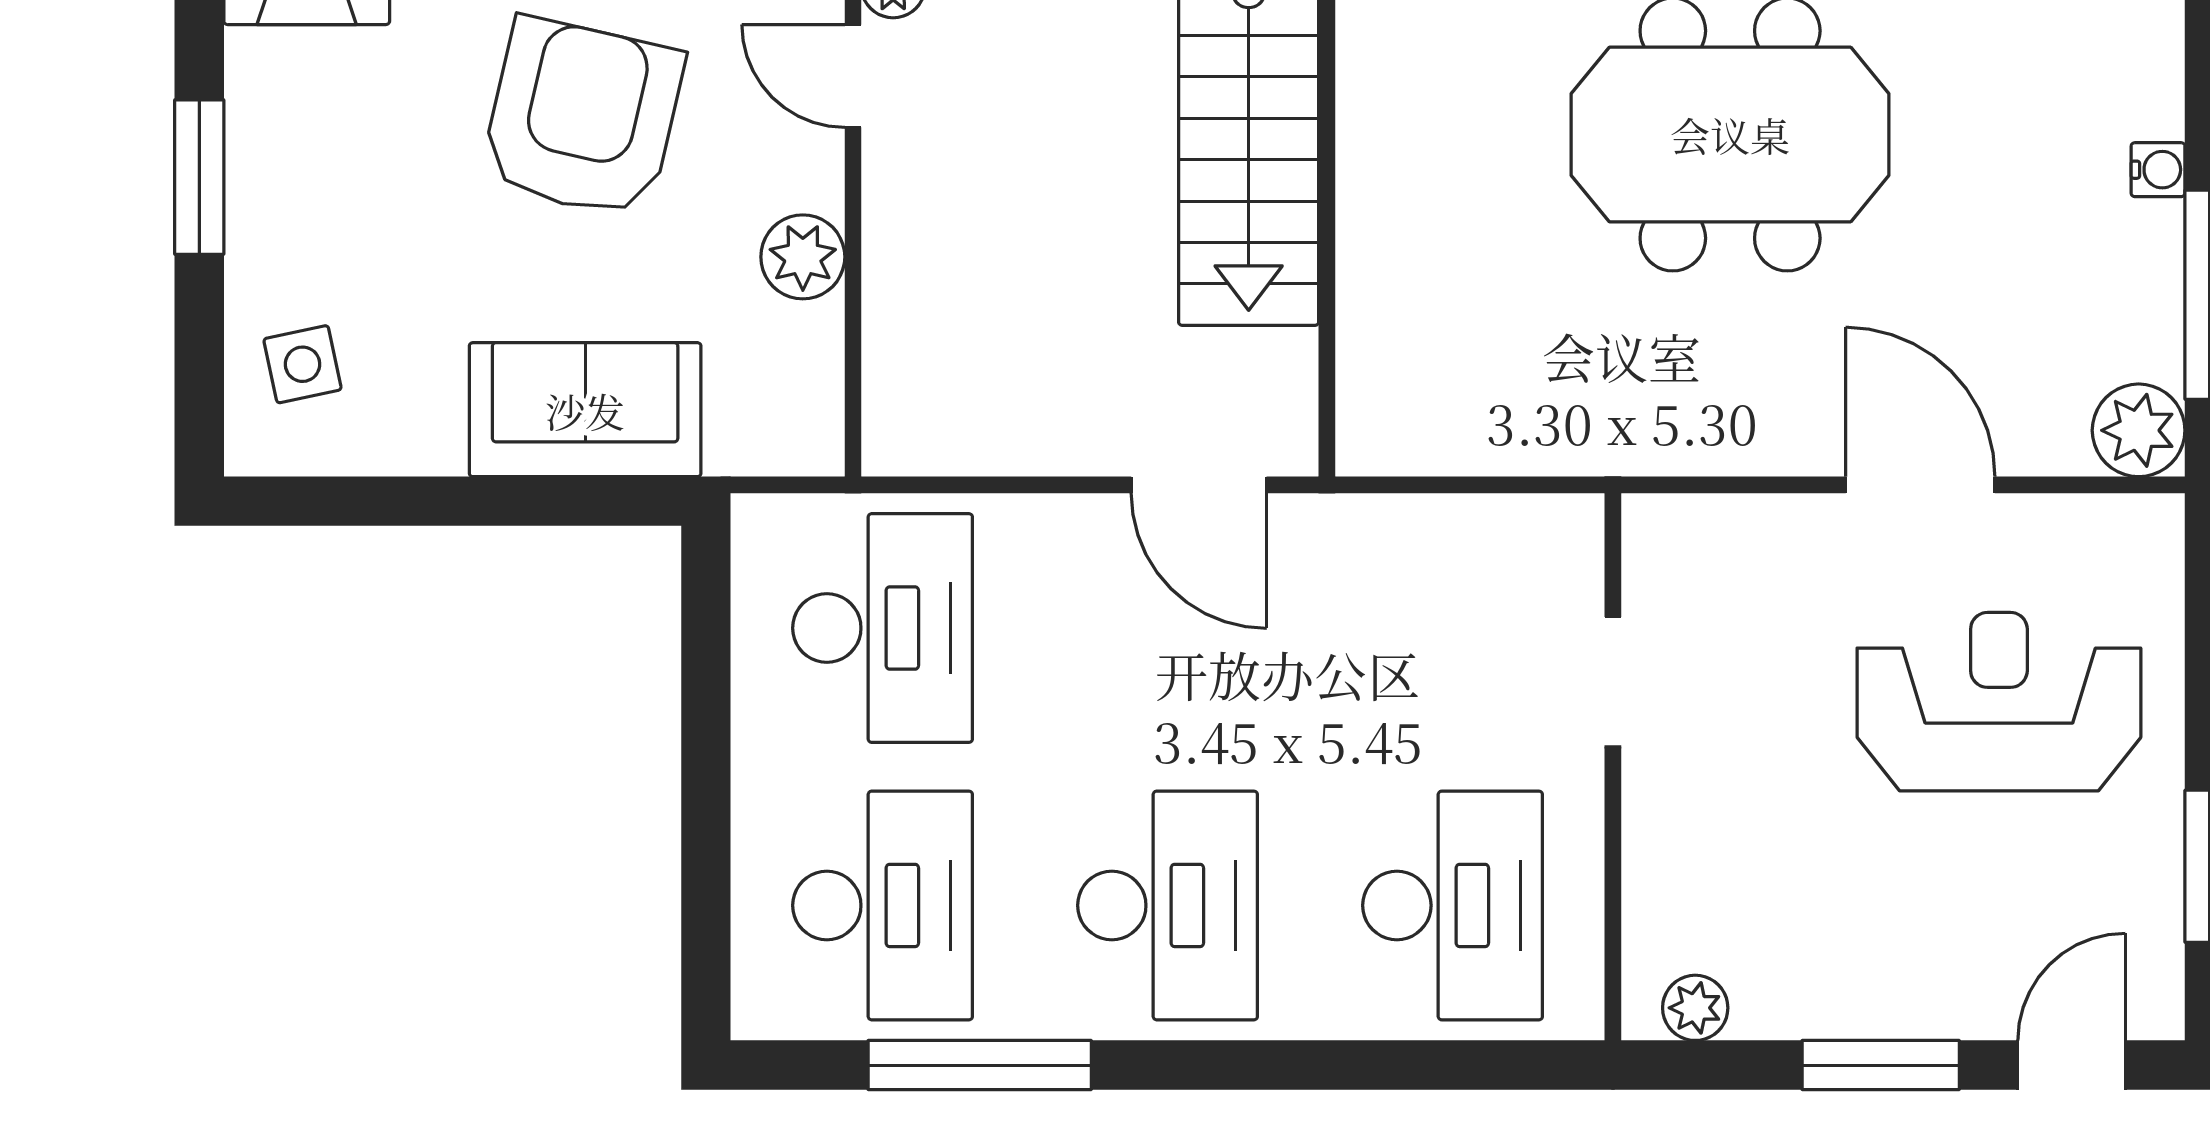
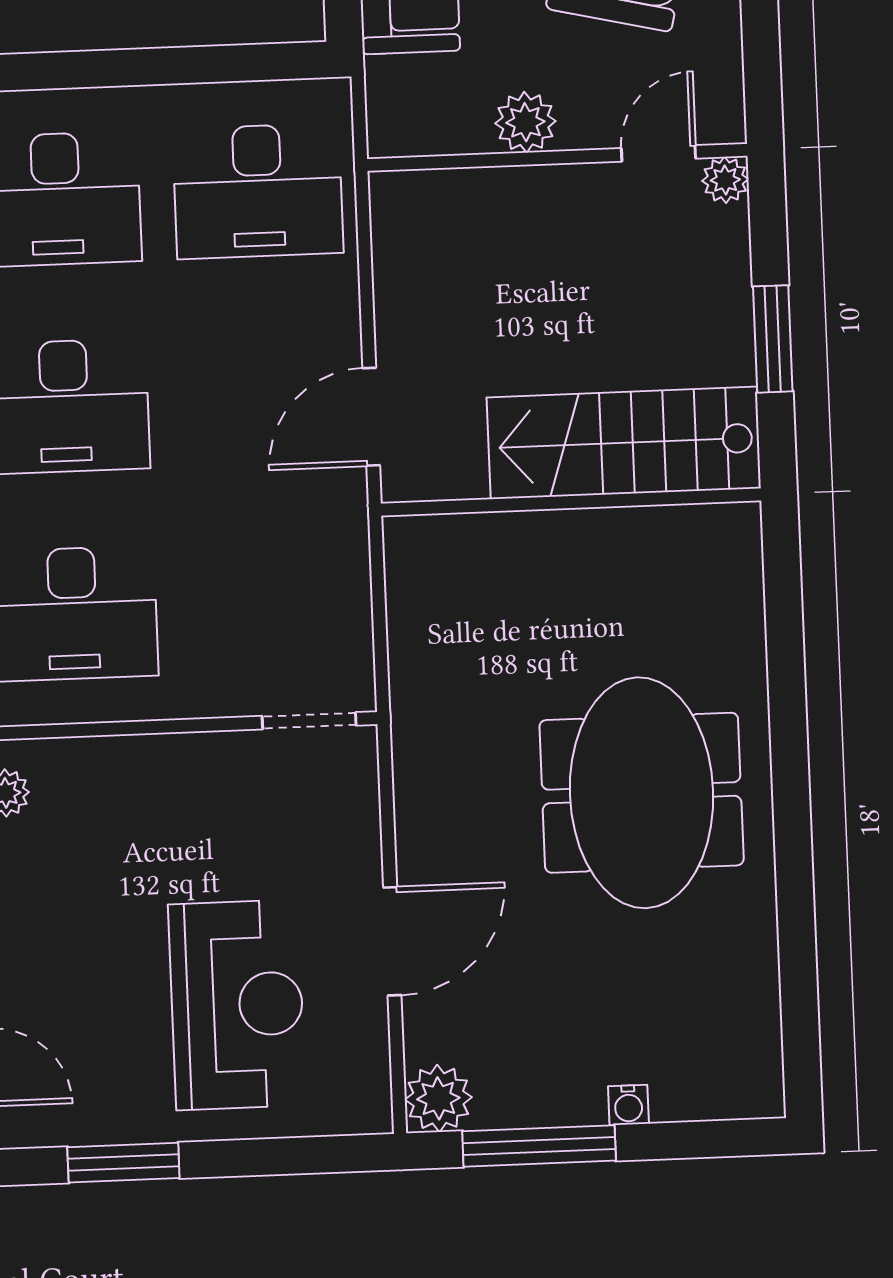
doorway: (1613, 682) -> (309, 721), moved

